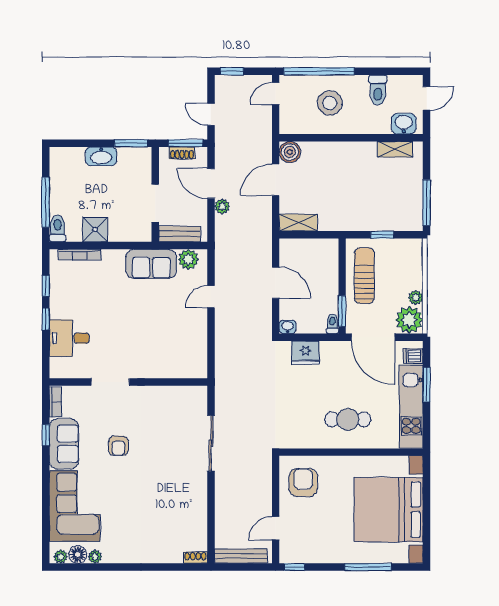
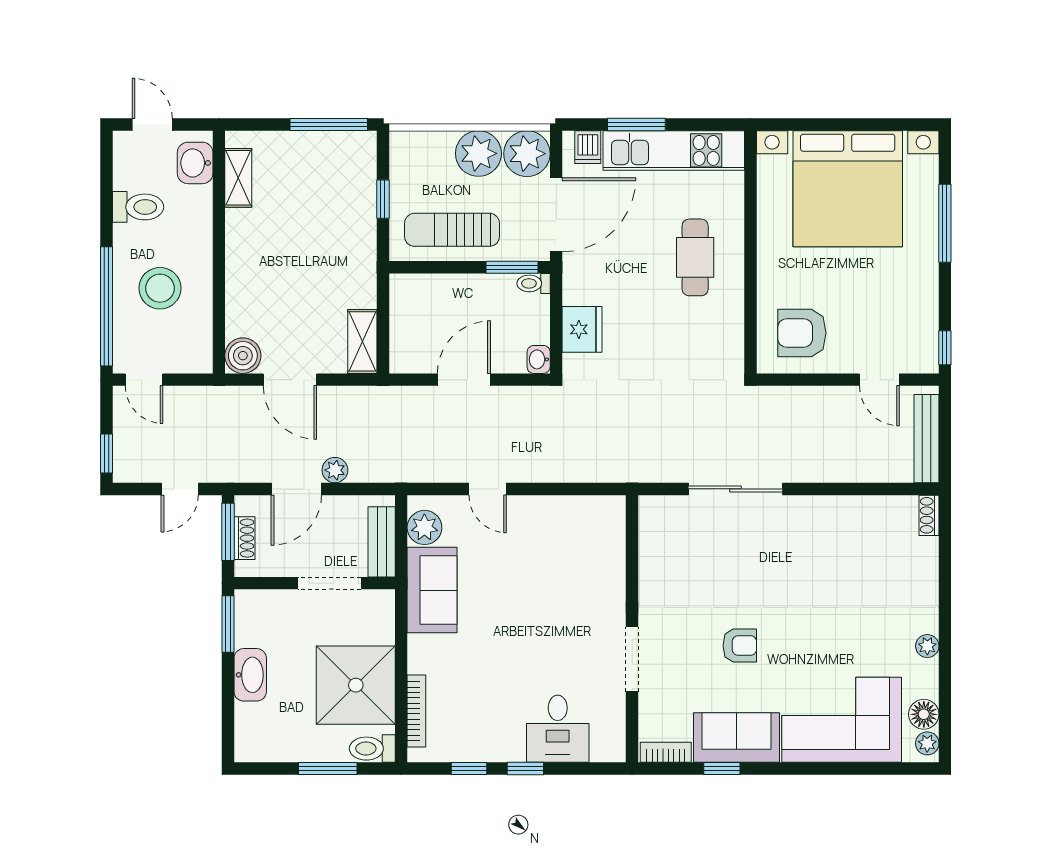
window: (46, 202) -> (328, 768), width x0.69
shower: (95, 229) -> (356, 685), width x1.86, depth x1.86
plant: (416, 298) -> (478, 153), width x1.88, depth x1.88
plant: (95, 557) -> (927, 646), moved

